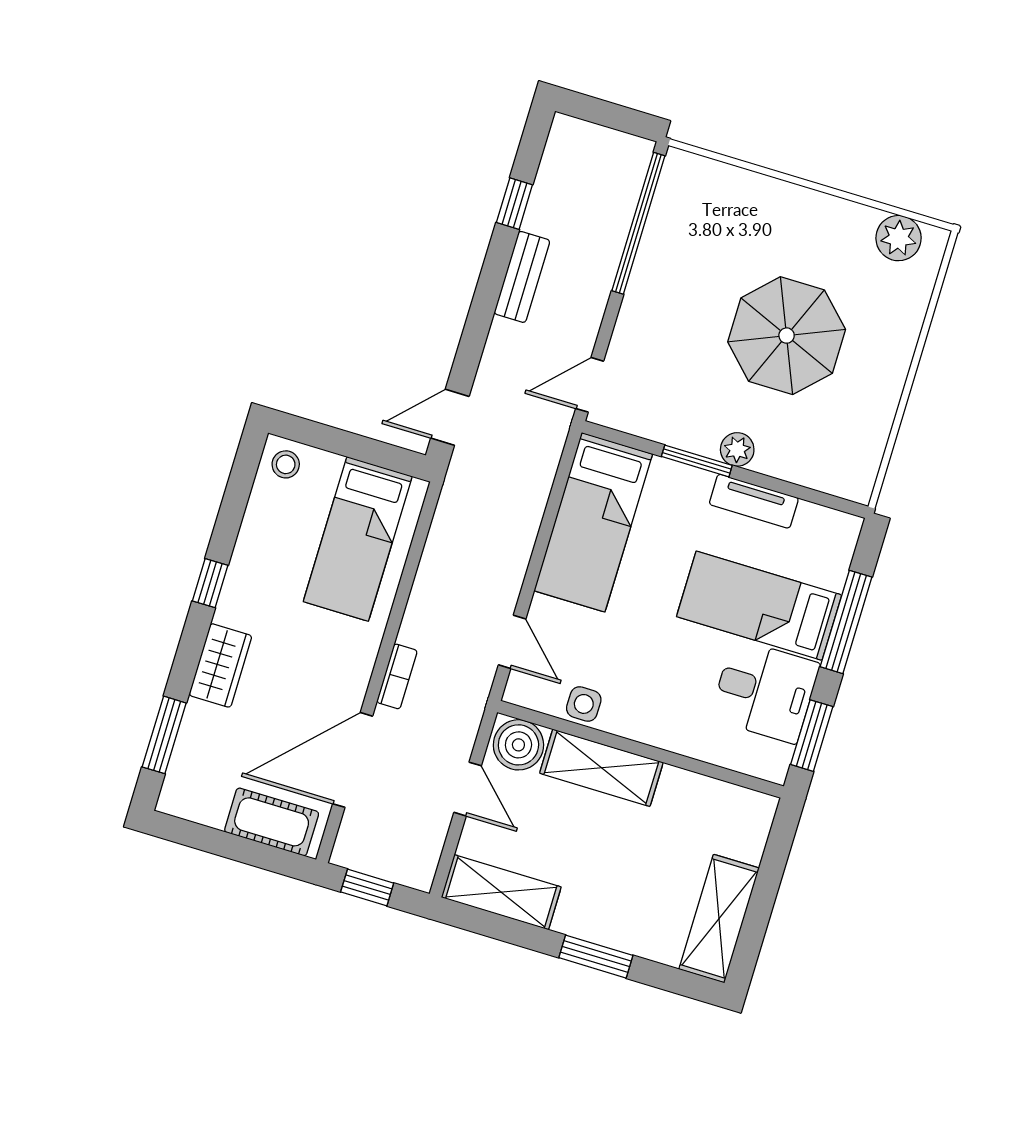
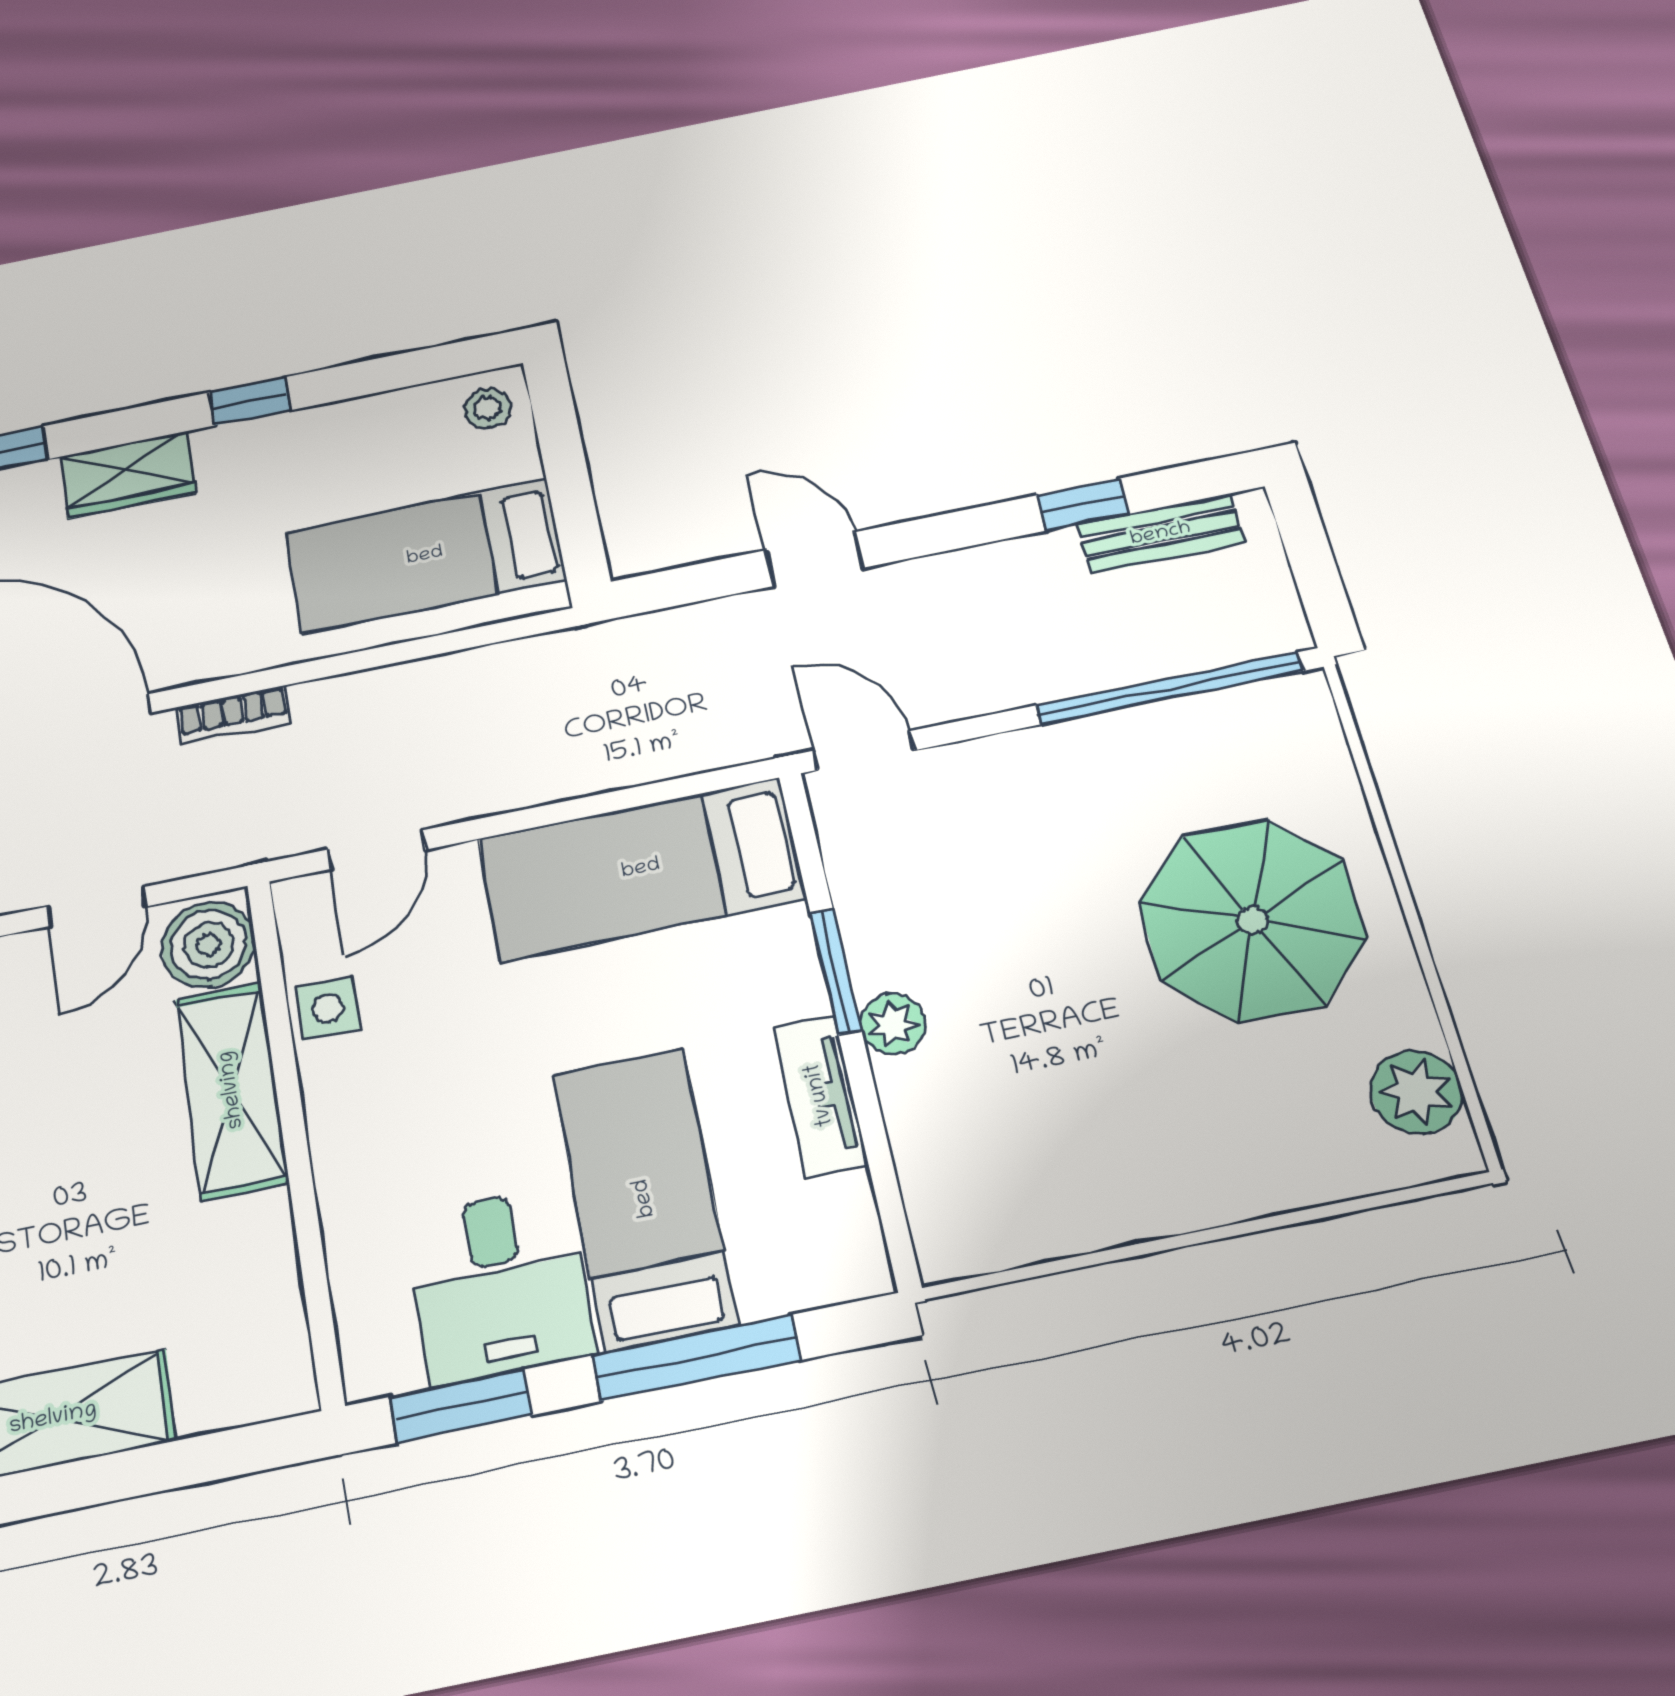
bench: (522, 277) -> (1161, 534), moved
parasol: (787, 336) -> (1252, 920), moved
door: (450, 417) -> (814, 559), moved

